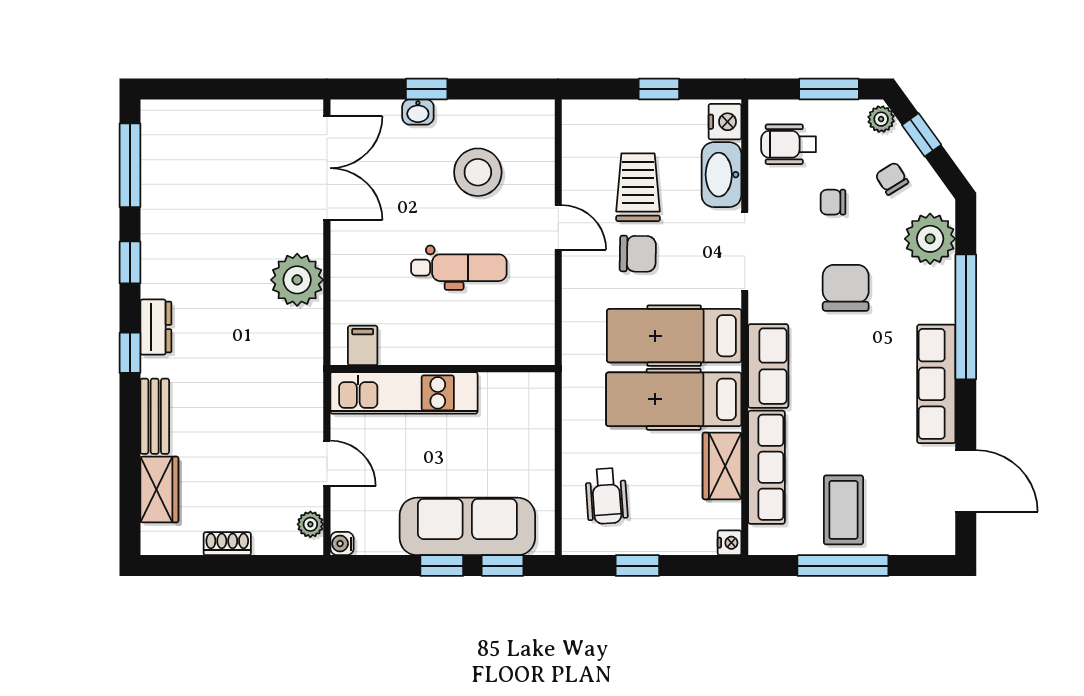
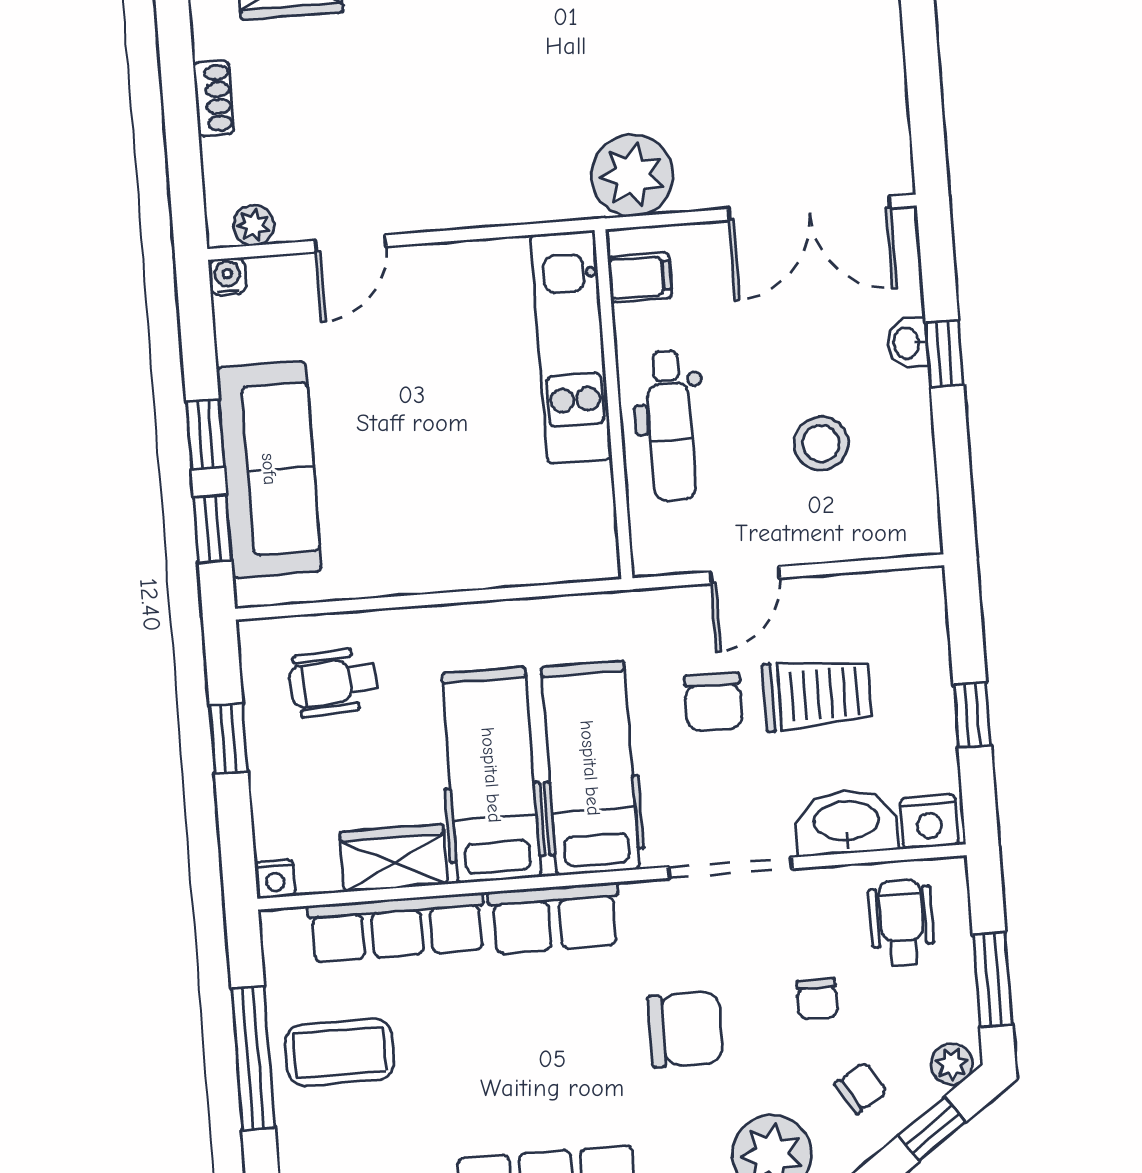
stool: (478, 172) -> (821, 443), width x0.73, depth x0.73
chair: (833, 202) -> (817, 999), turned 180
filing cabinet: (363, 345) -> (640, 277), moved
wall: (443, 369) -> (613, 404), moved
kitchen unit: (404, 393) -> (571, 347), moved

